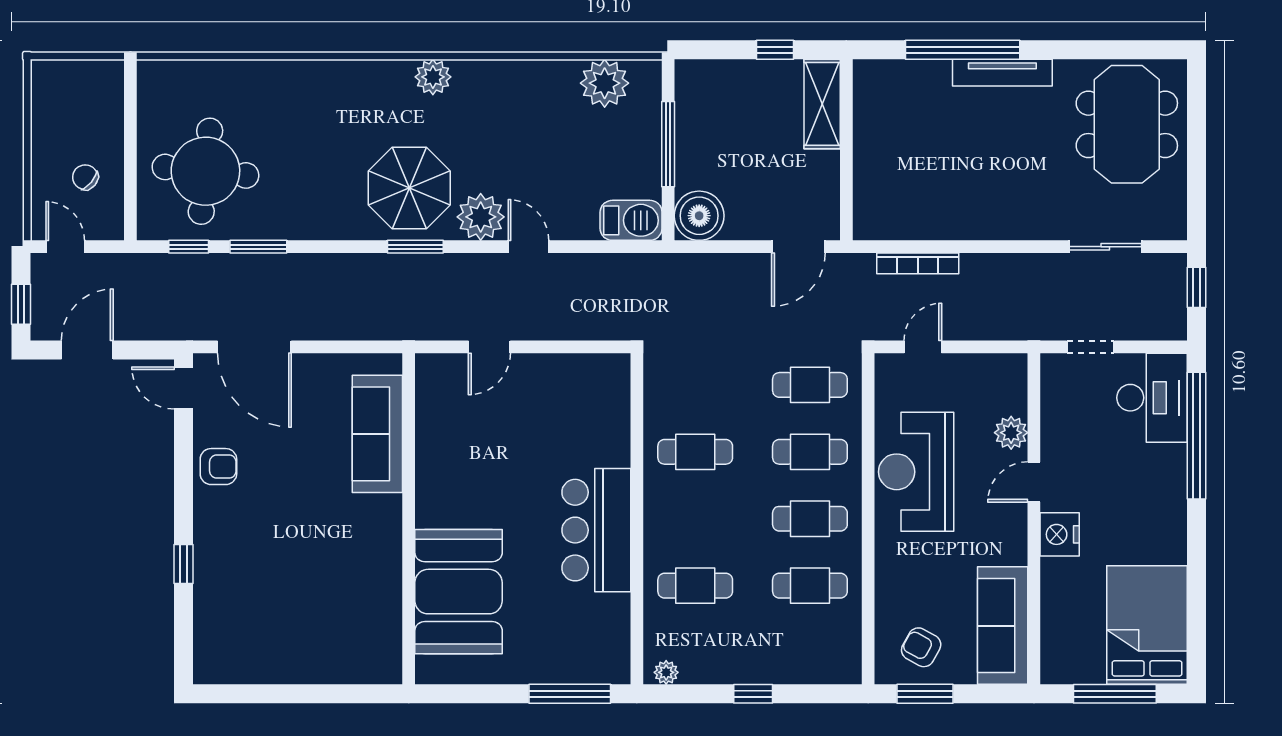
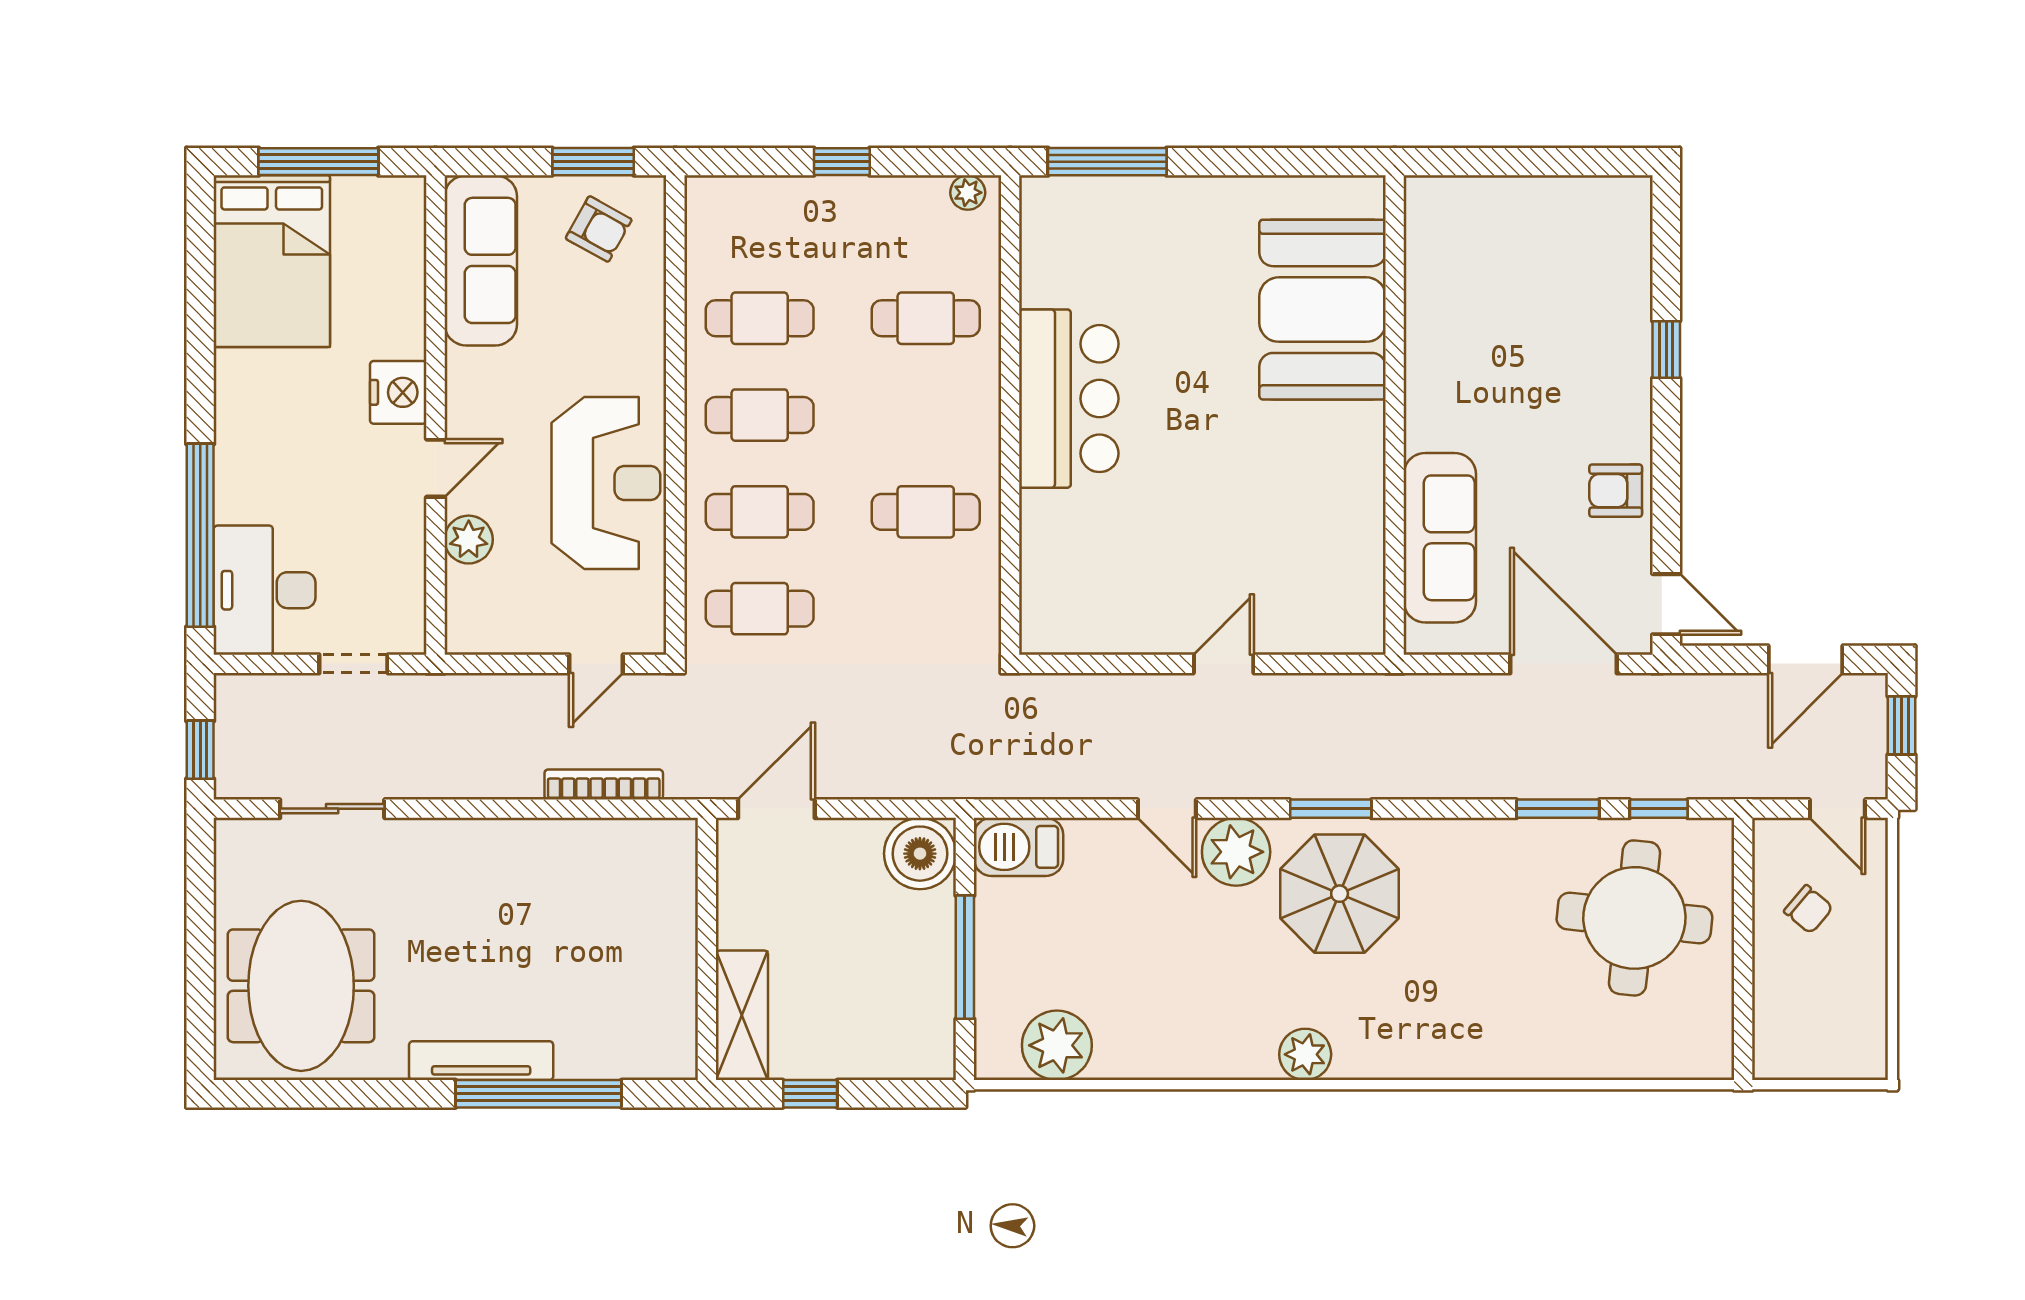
sofa: (377, 434) -> (1440, 538), moved
wall: (409, 519) -> (1395, 415), moved
booth: (459, 592) -> (1323, 310), moved

